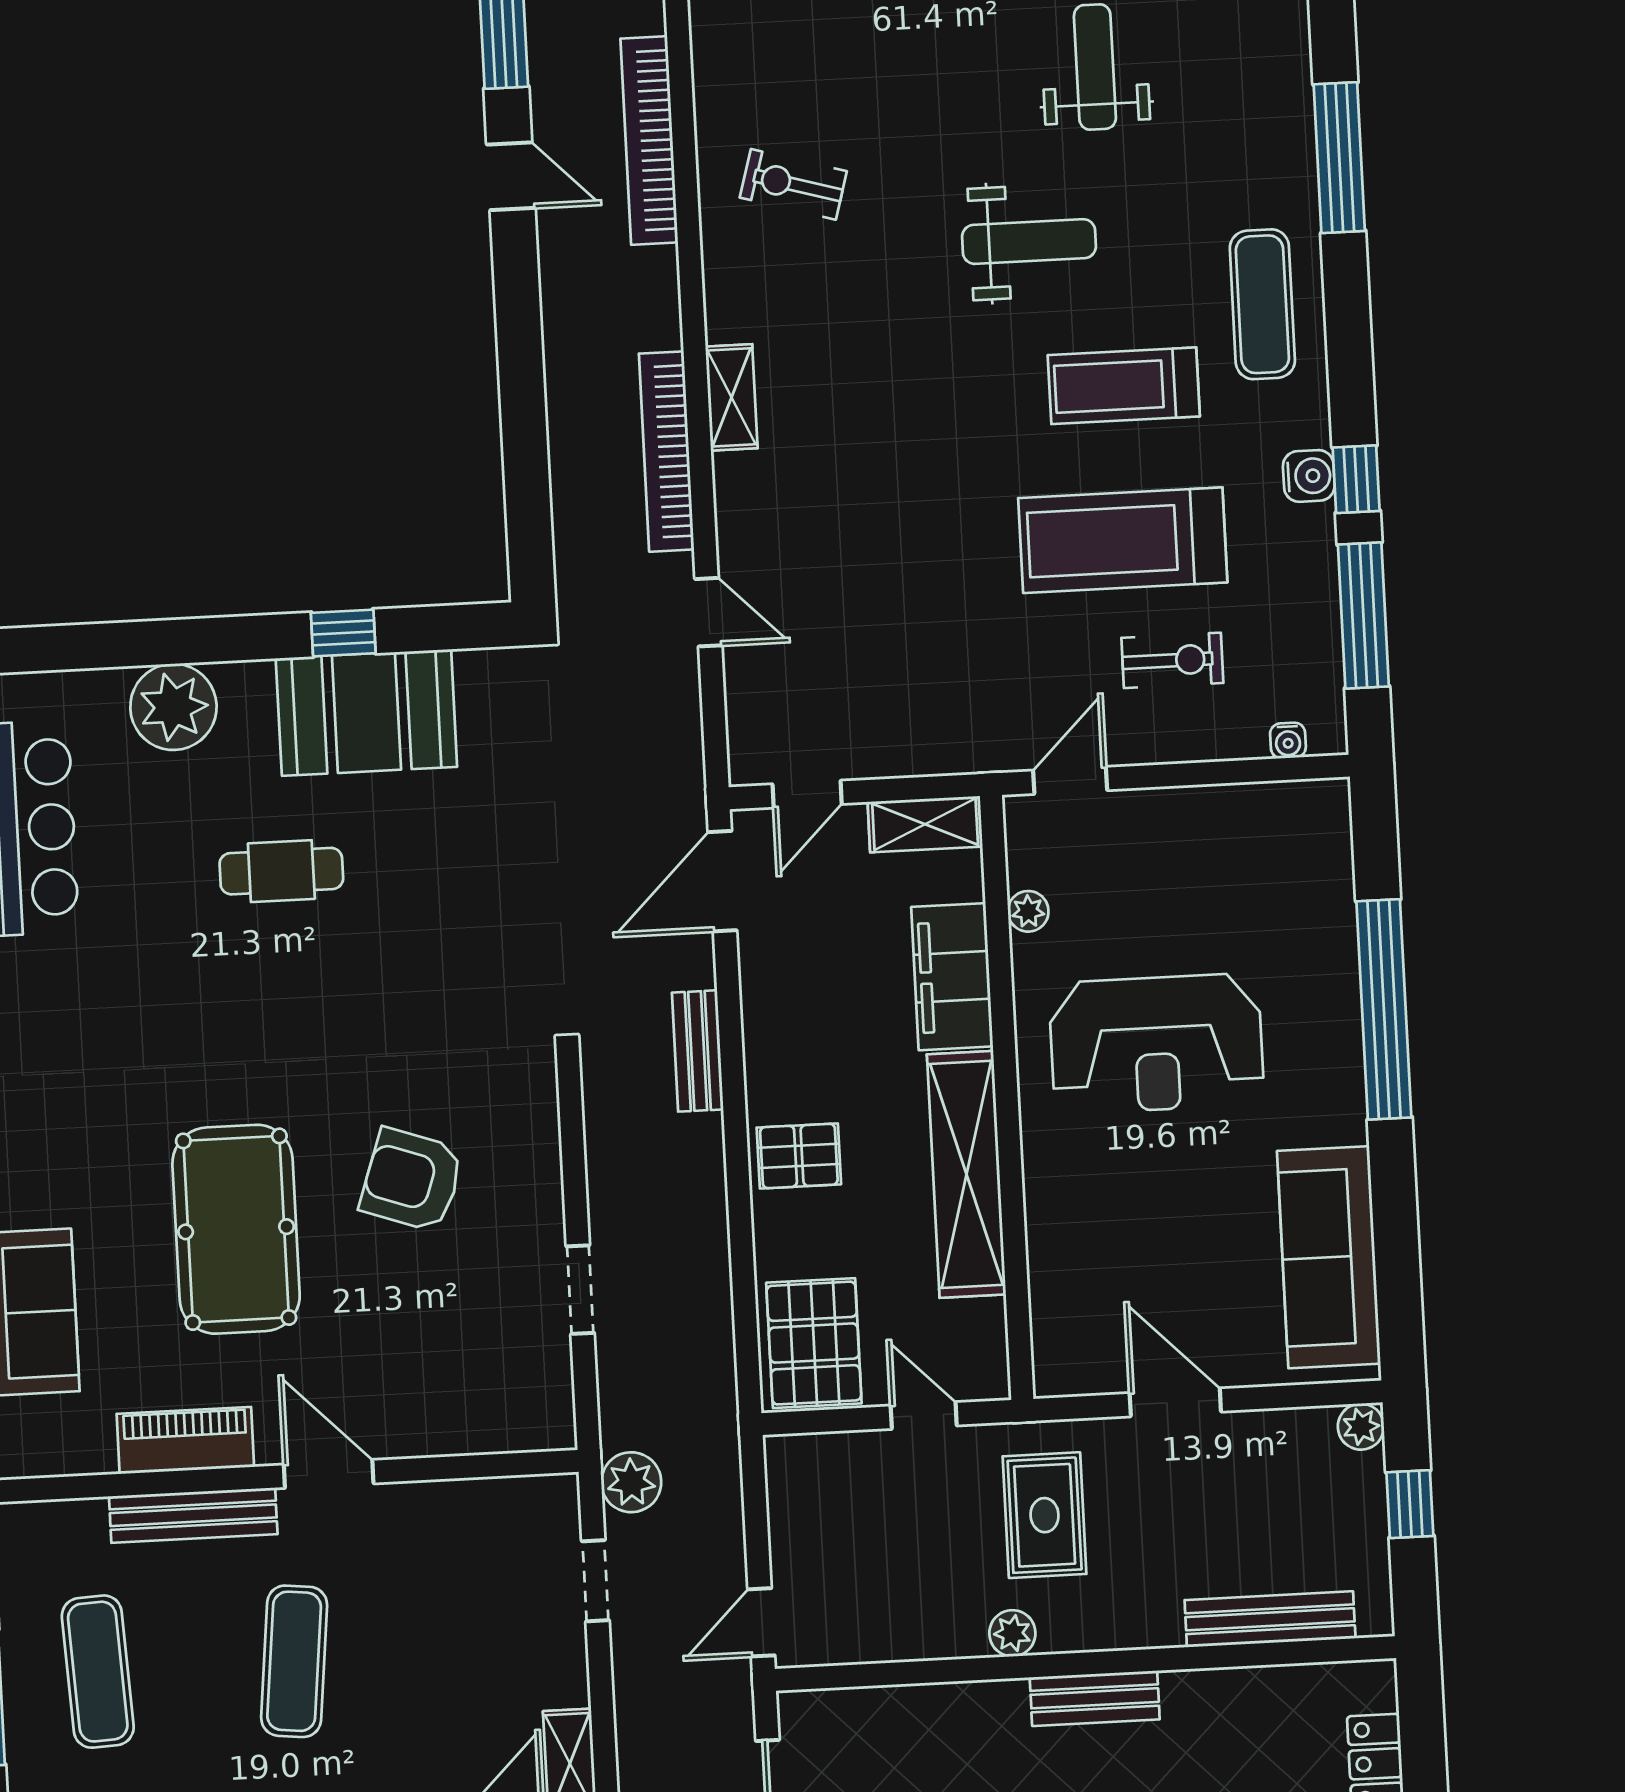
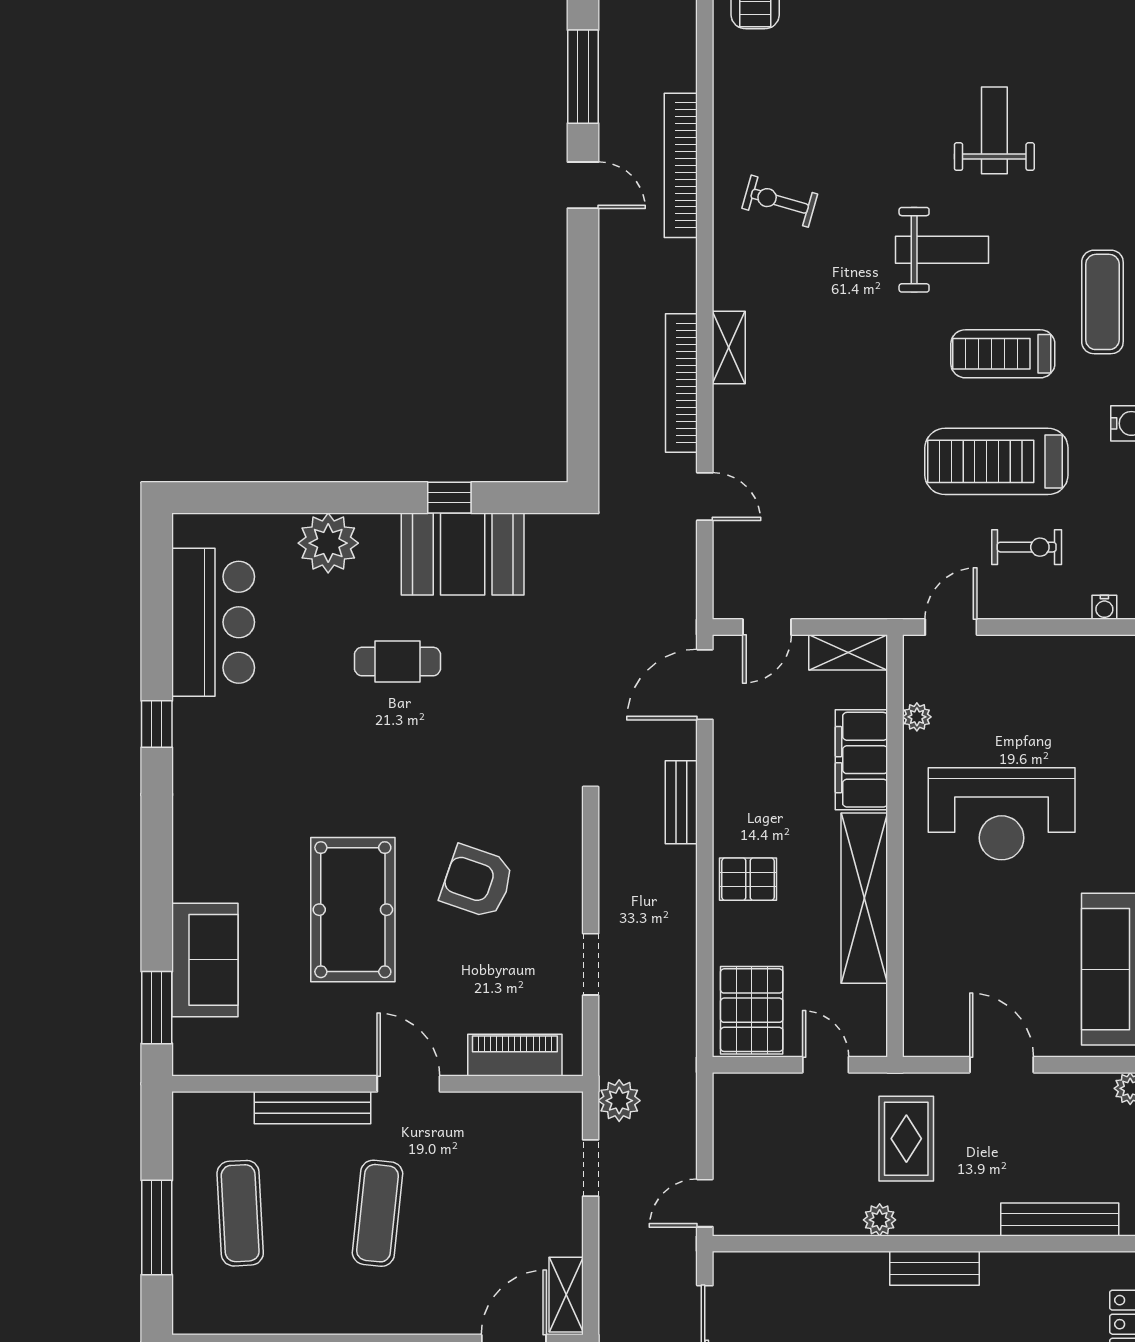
piano: (185, 1440) -> (515, 1055), moved

